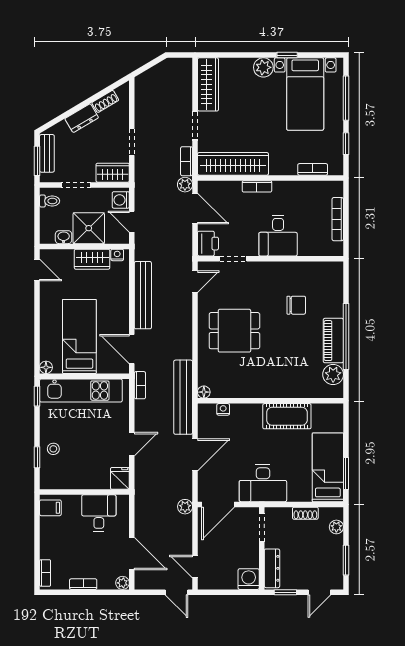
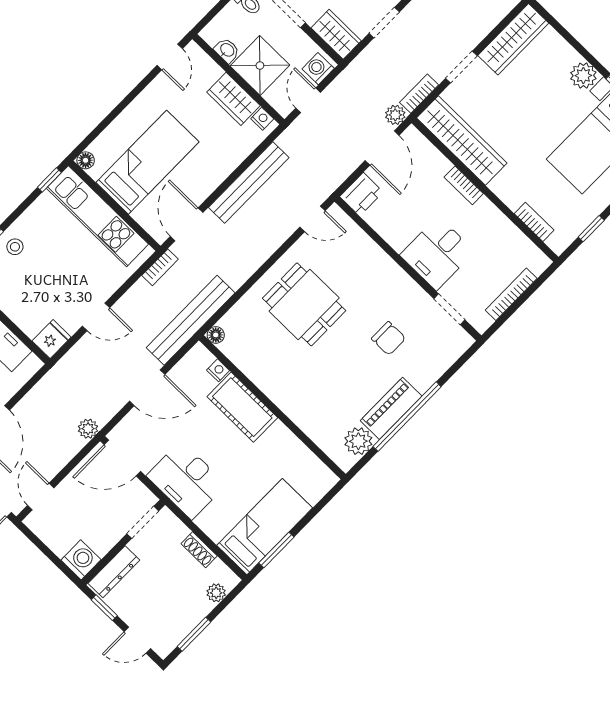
doorway: (233, 259) -> (449, 309), moved
cot: (287, 416) -> (242, 407), moved

